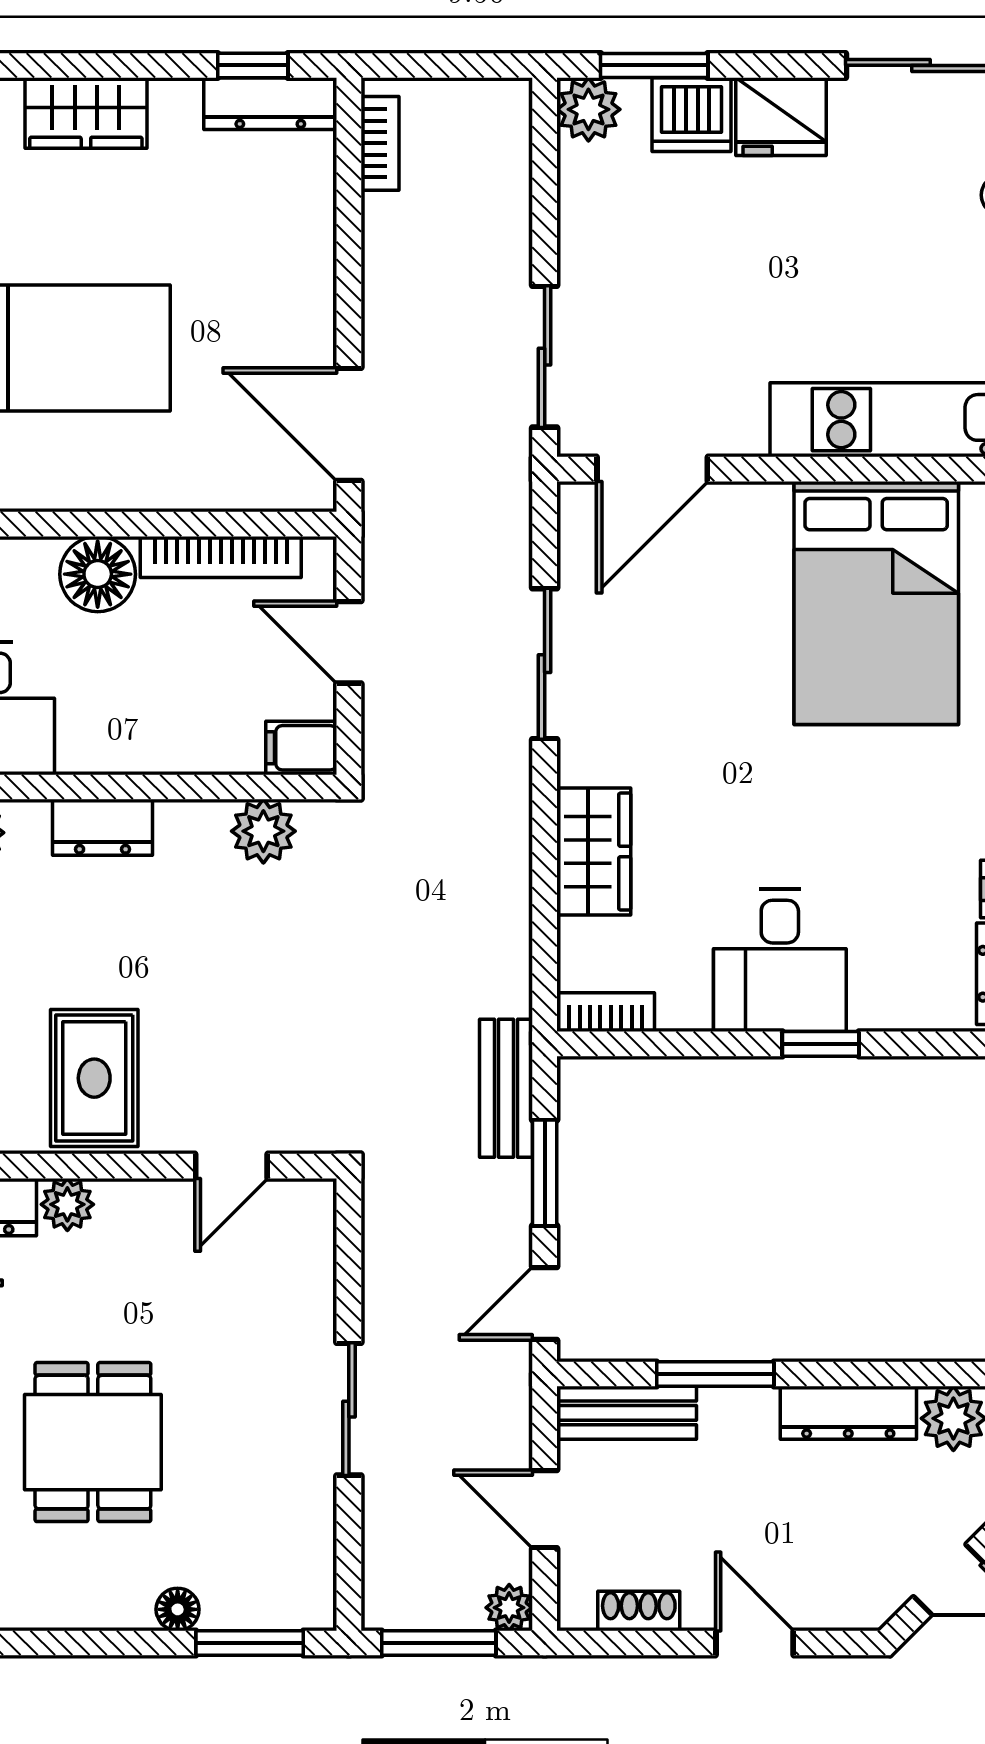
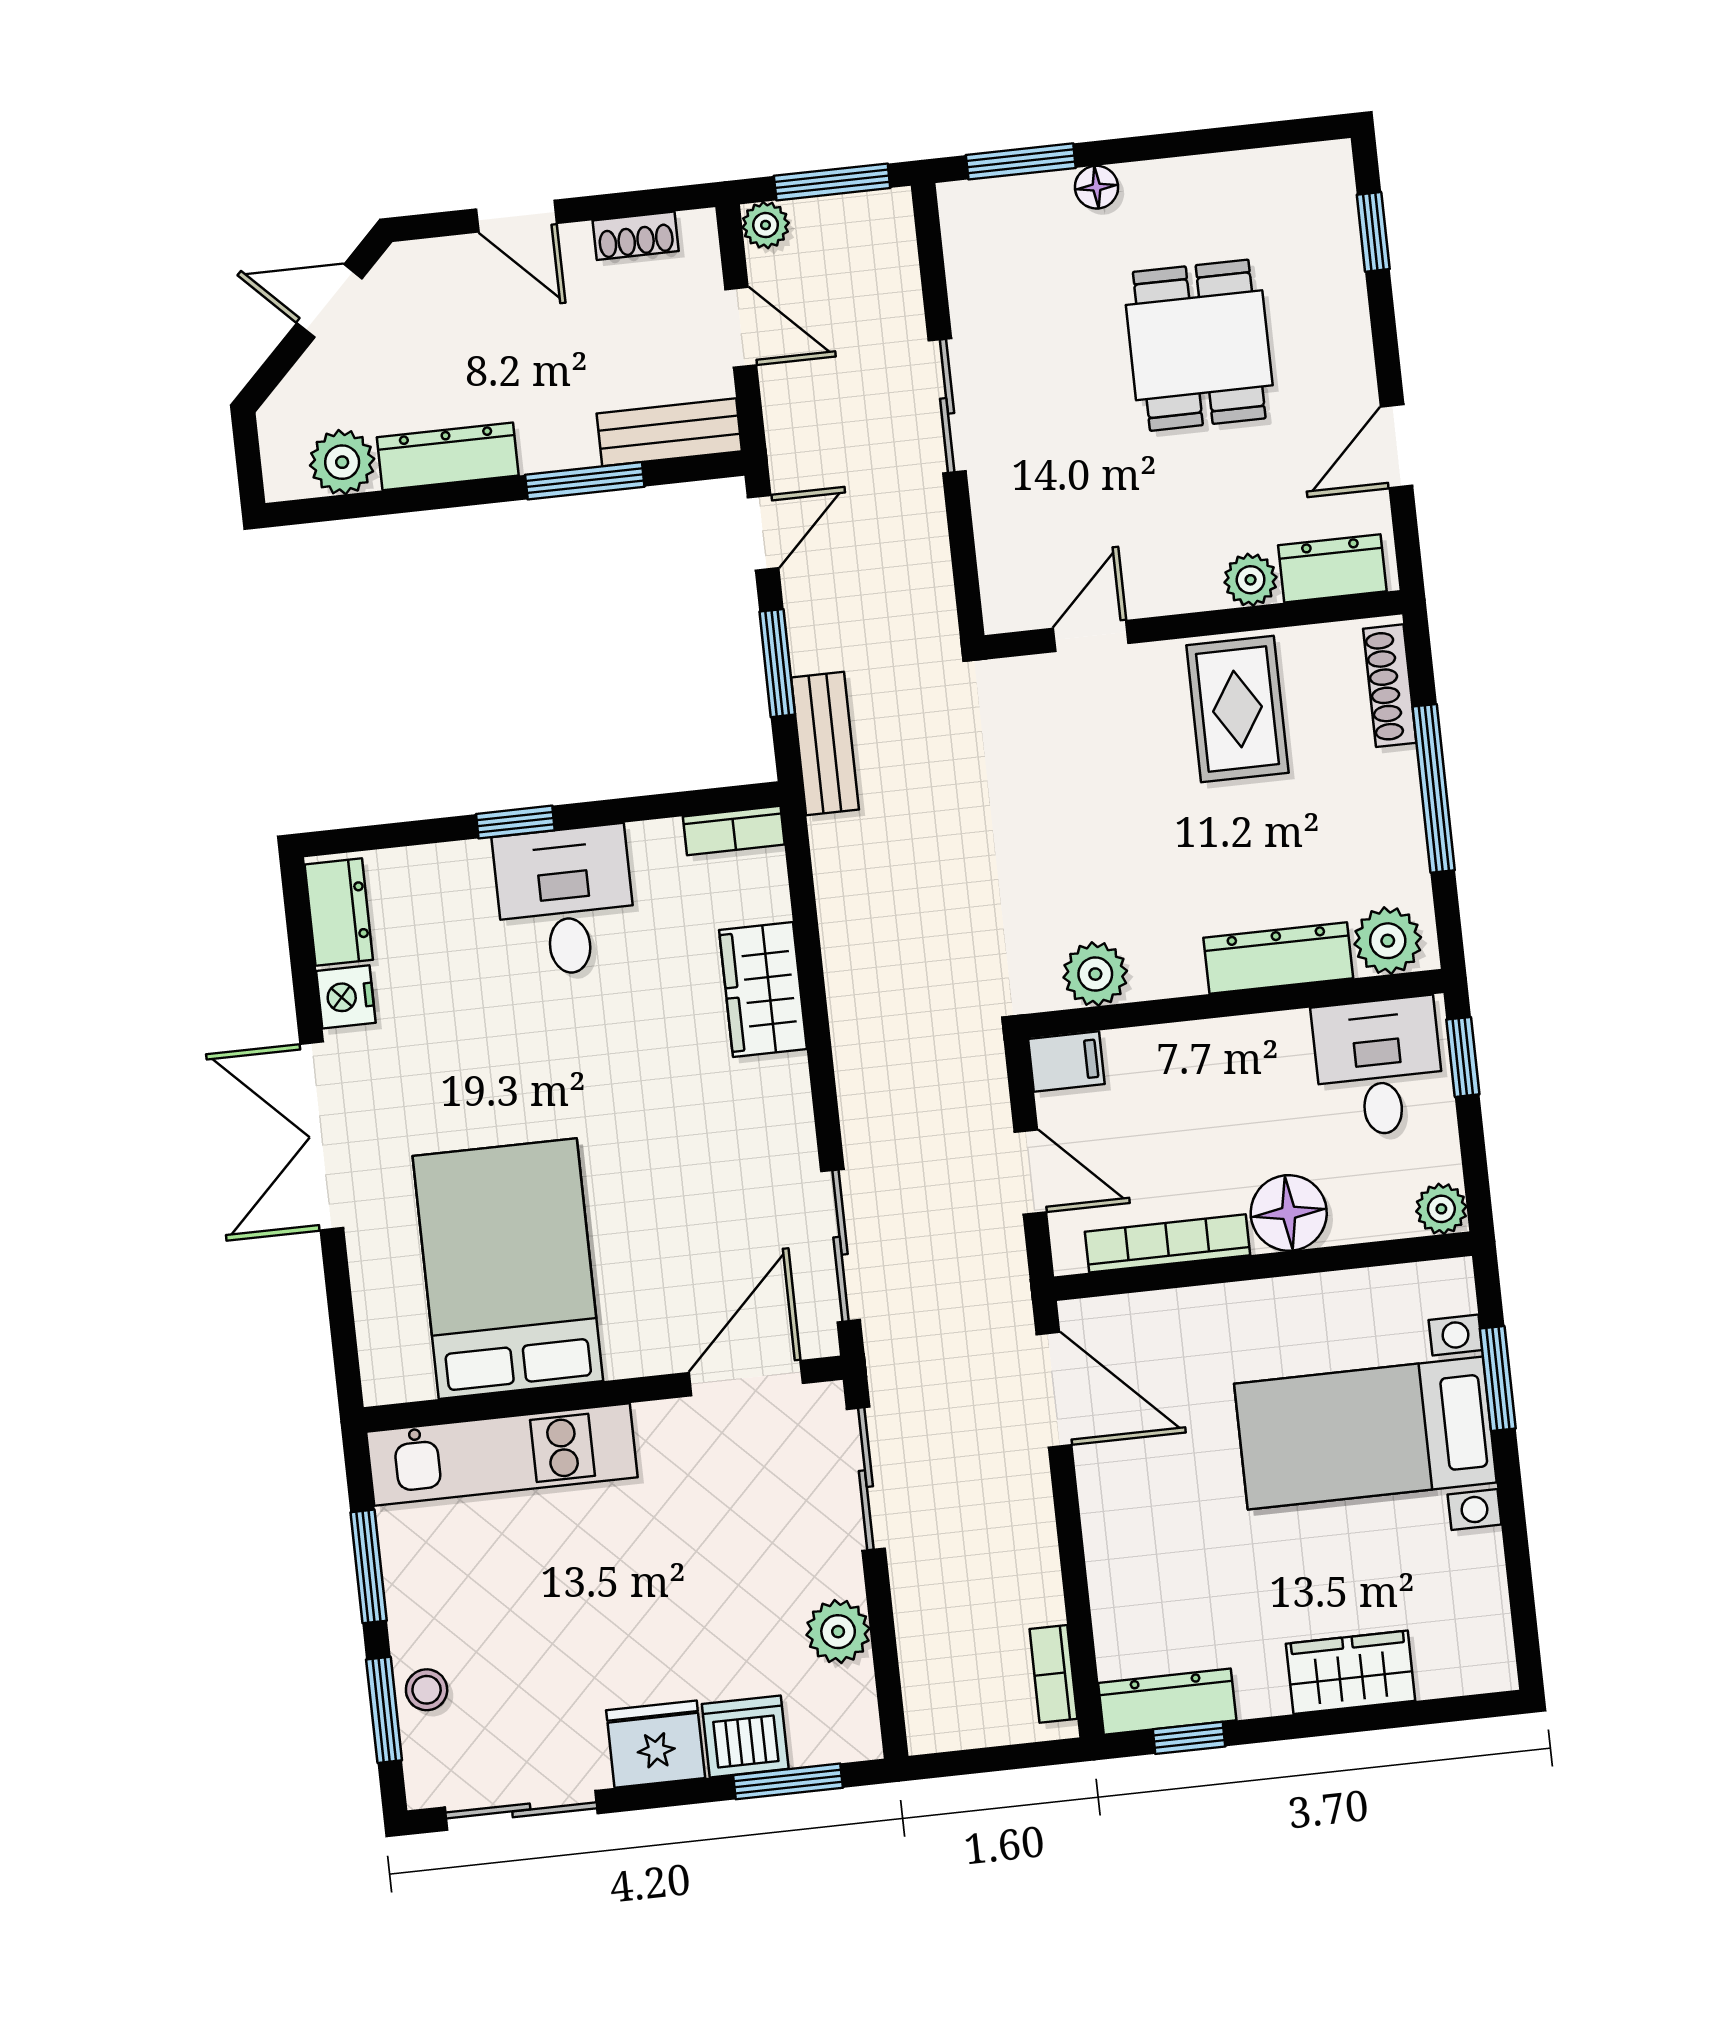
plant: (588, 109) -> (838, 1632), moved
sliding door: (545, 664) -> (841, 1246), moved
dresser: (103, 827) -> (1278, 958), width x1.44

